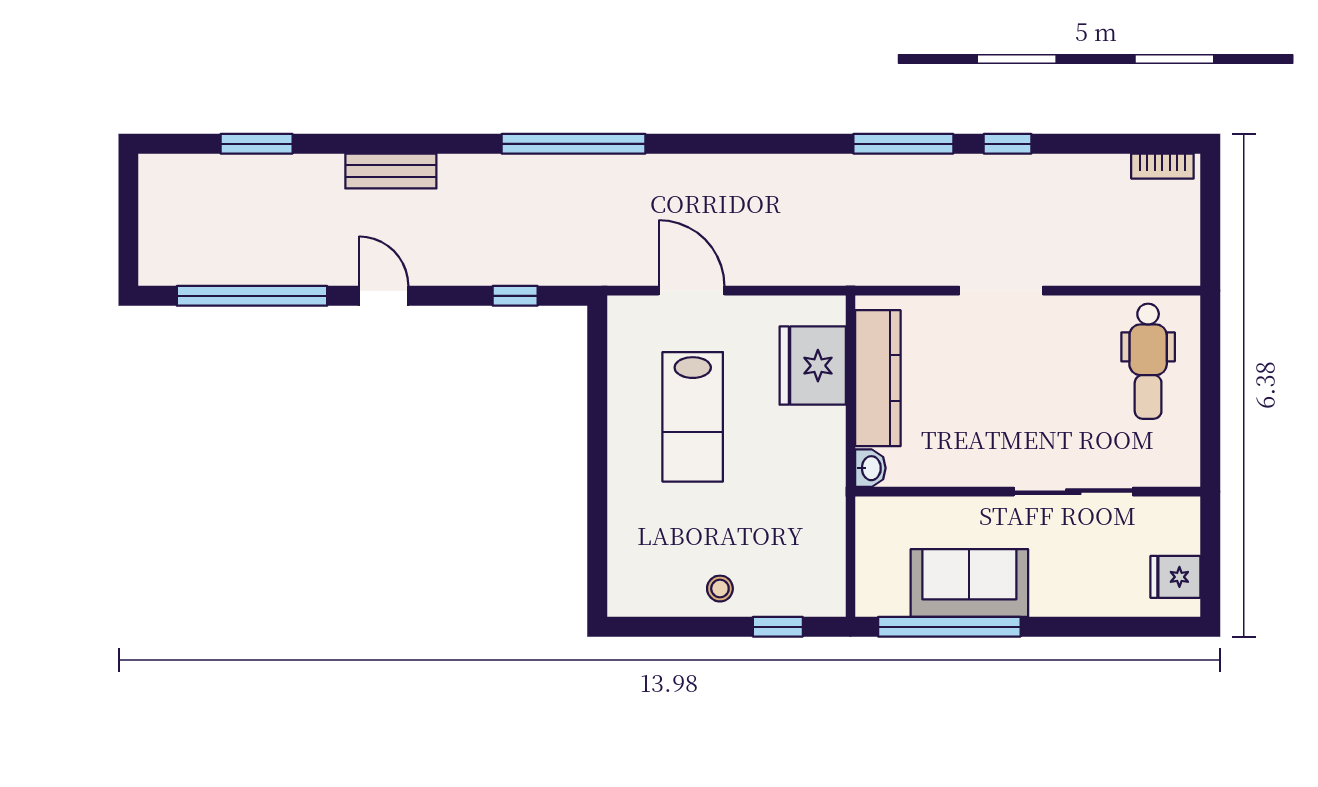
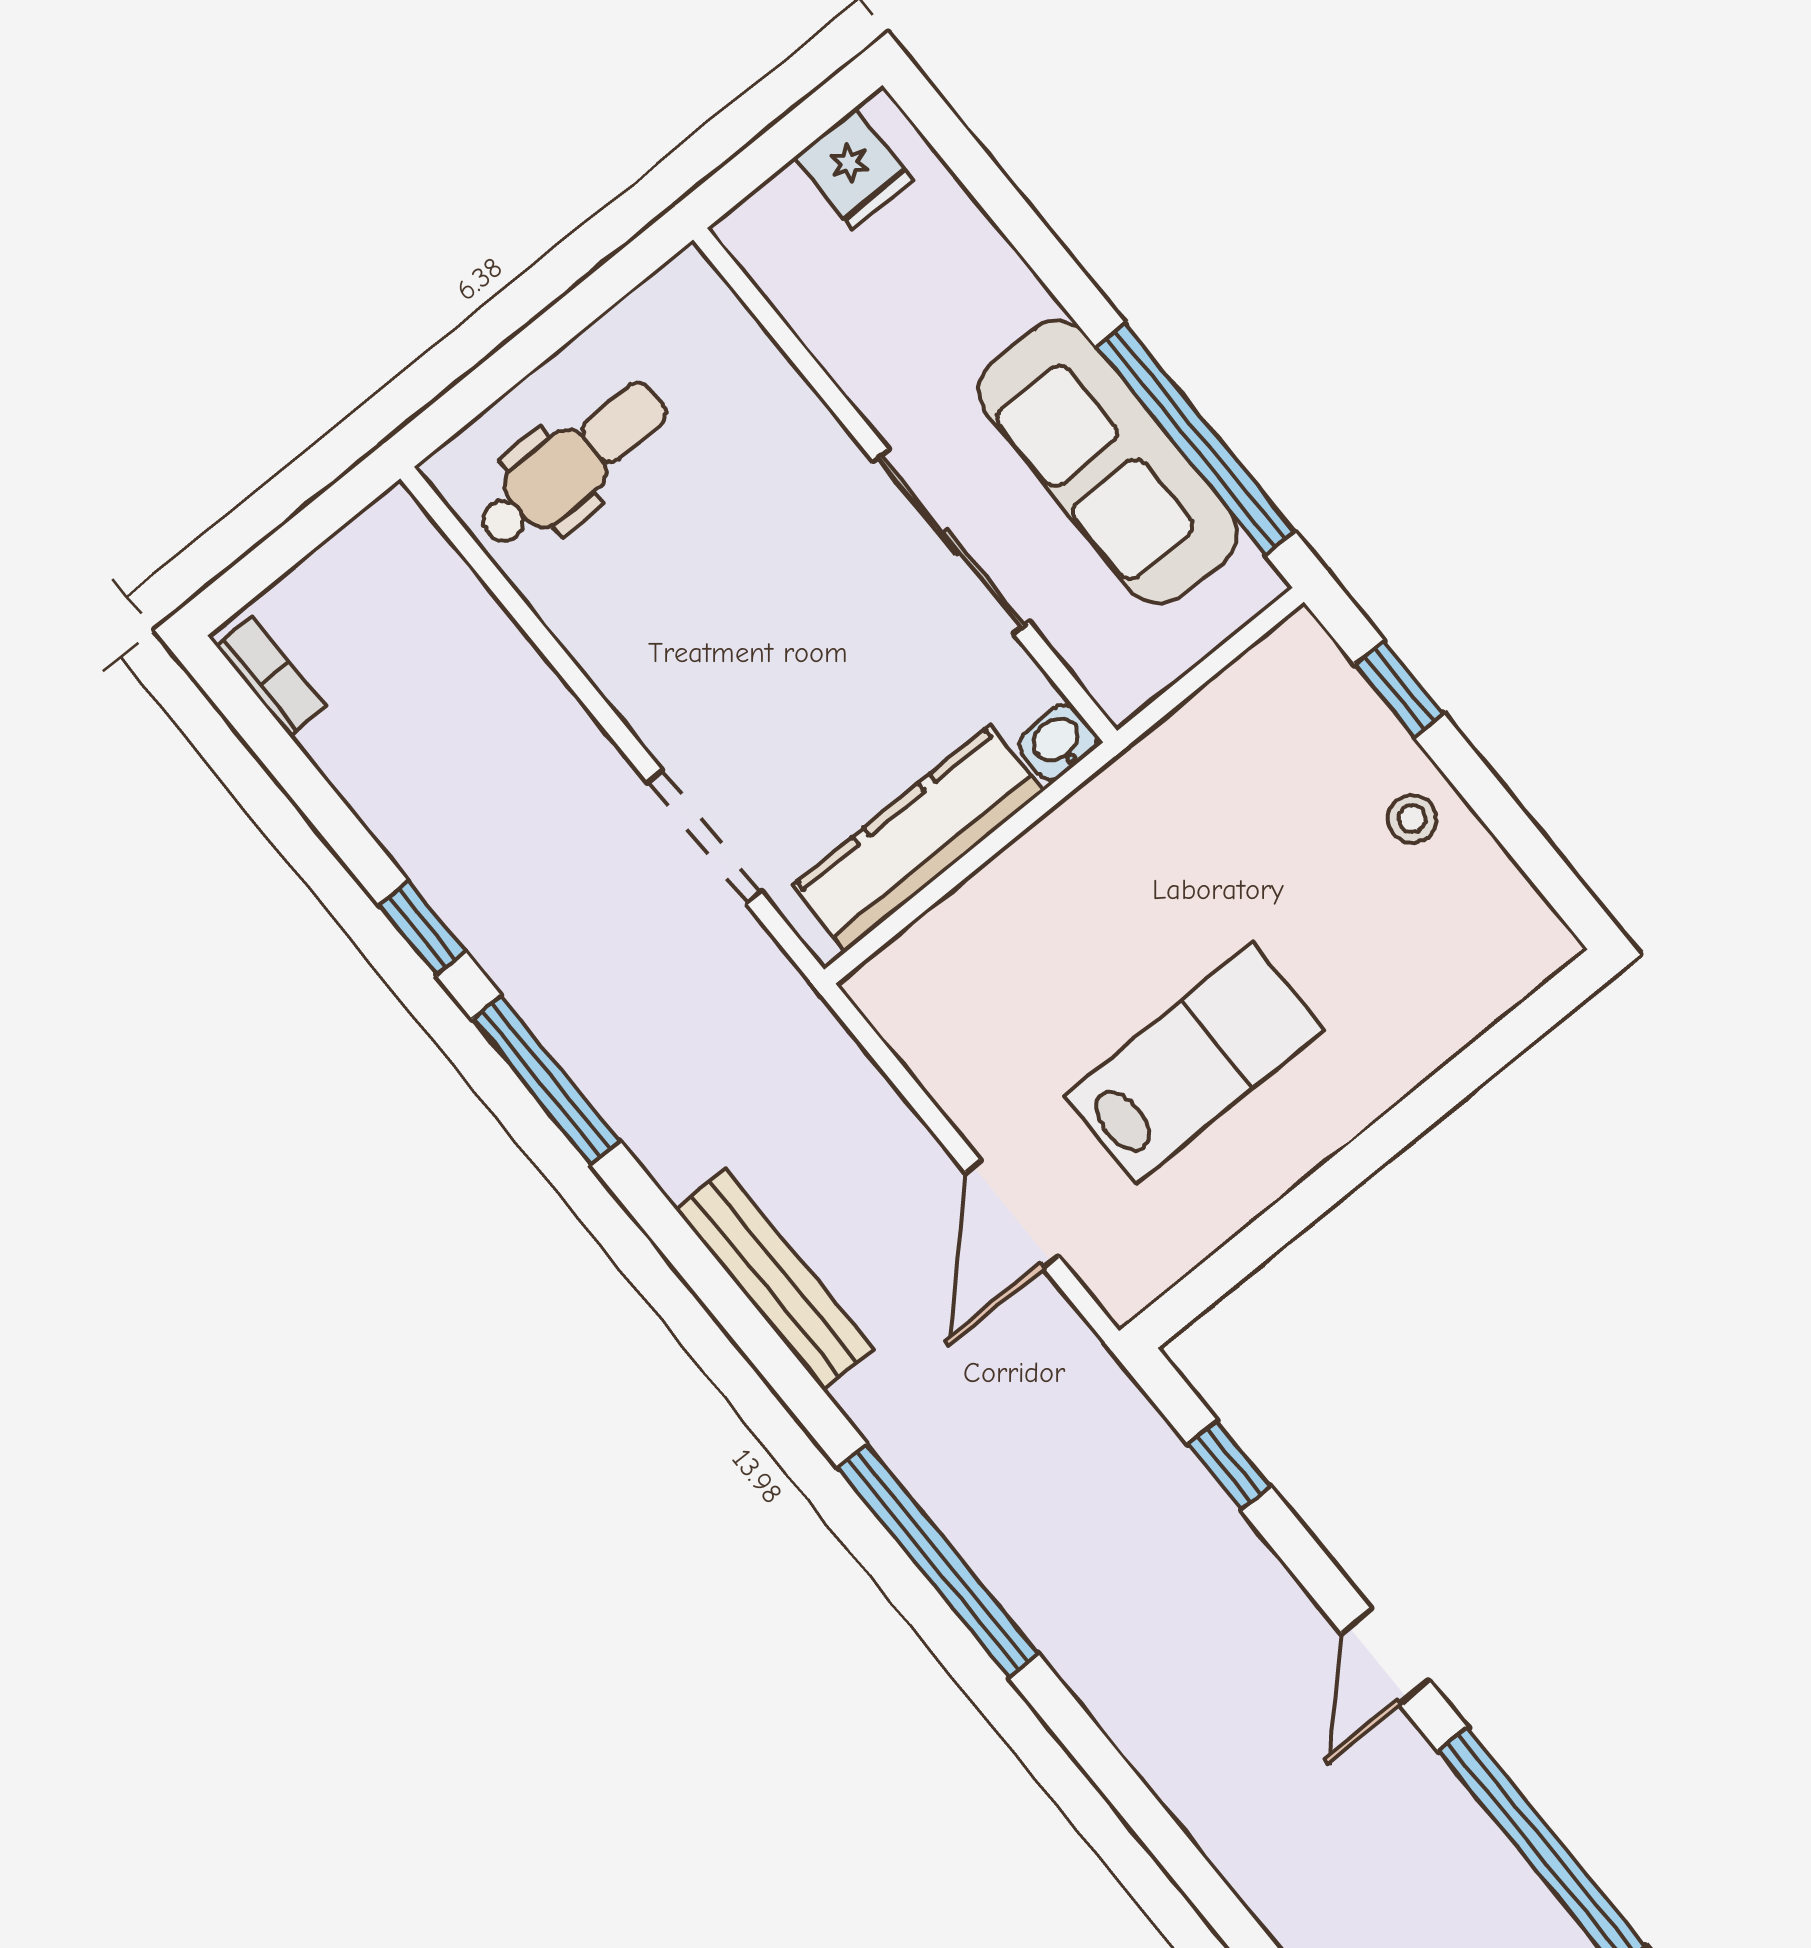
bench: (391, 171) -> (775, 1279), moved, width x1.36
doorway: (1001, 291) -> (704, 836), moved
fridge: (813, 366) -> (977, 949), removed
sliding door: (1073, 492) -> (951, 542), moved
sofa: (969, 583) -> (1108, 462), width x1.36

